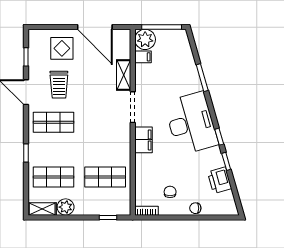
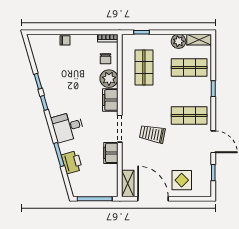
plant: (145, 39) -> (109, 79), moved
filing cabinet: (143, 57) -> (111, 153), moved, width x2.00
shelving: (124, 75) -> (128, 183), moved
trolley: (59, 85) -> (152, 134), moved, turned -79
desk: (191, 123) -> (68, 127), width x0.53, depth x0.77
shop shelf: (105, 177) -> (144, 68), turned 90
printer: (220, 180) -> (72, 162), moved
chair: (170, 192) -> (105, 59), moved

